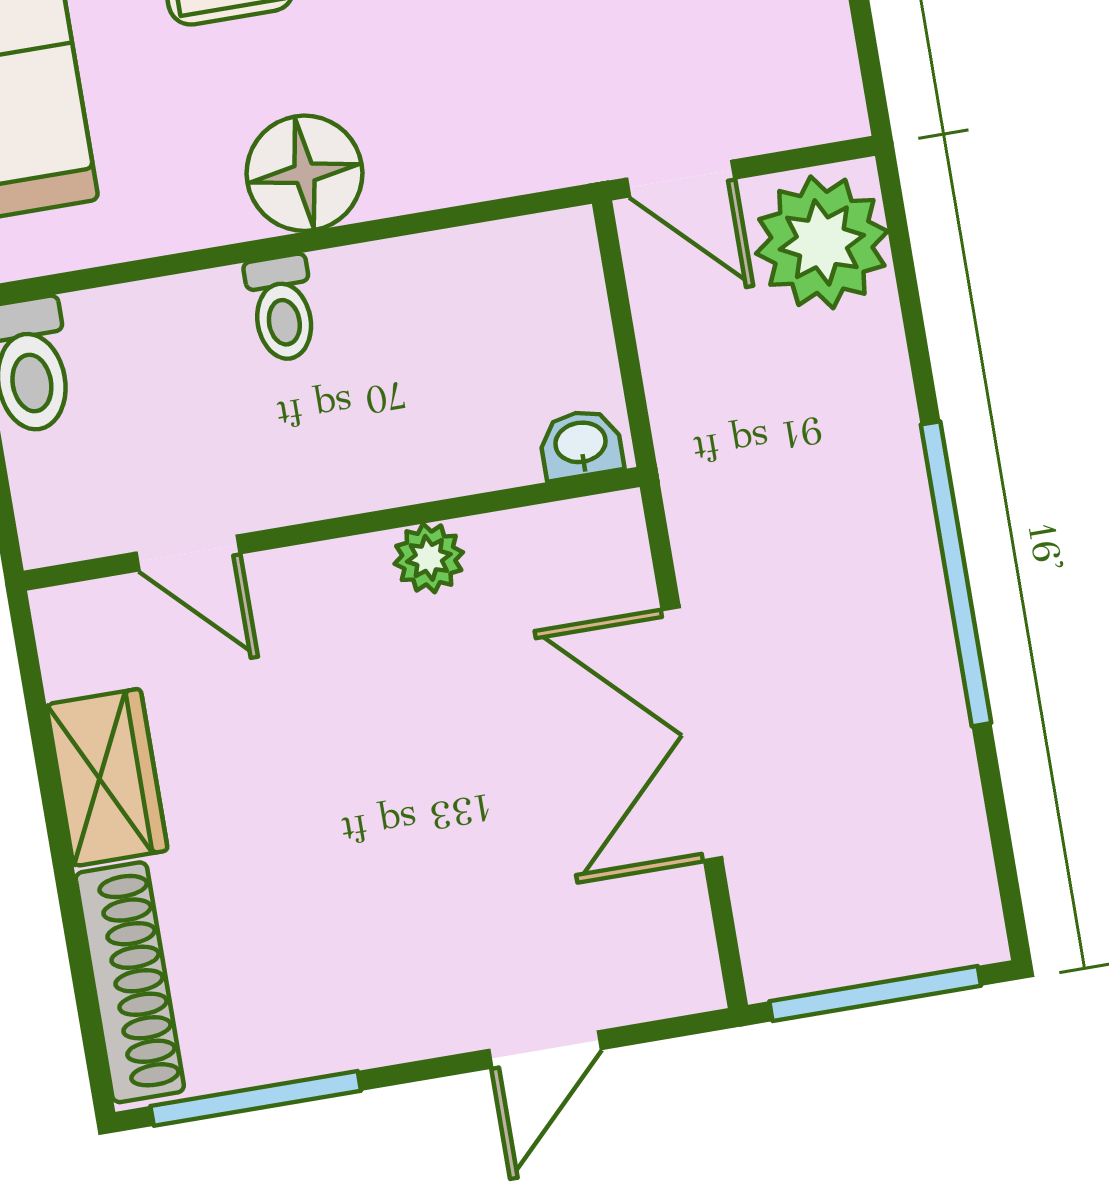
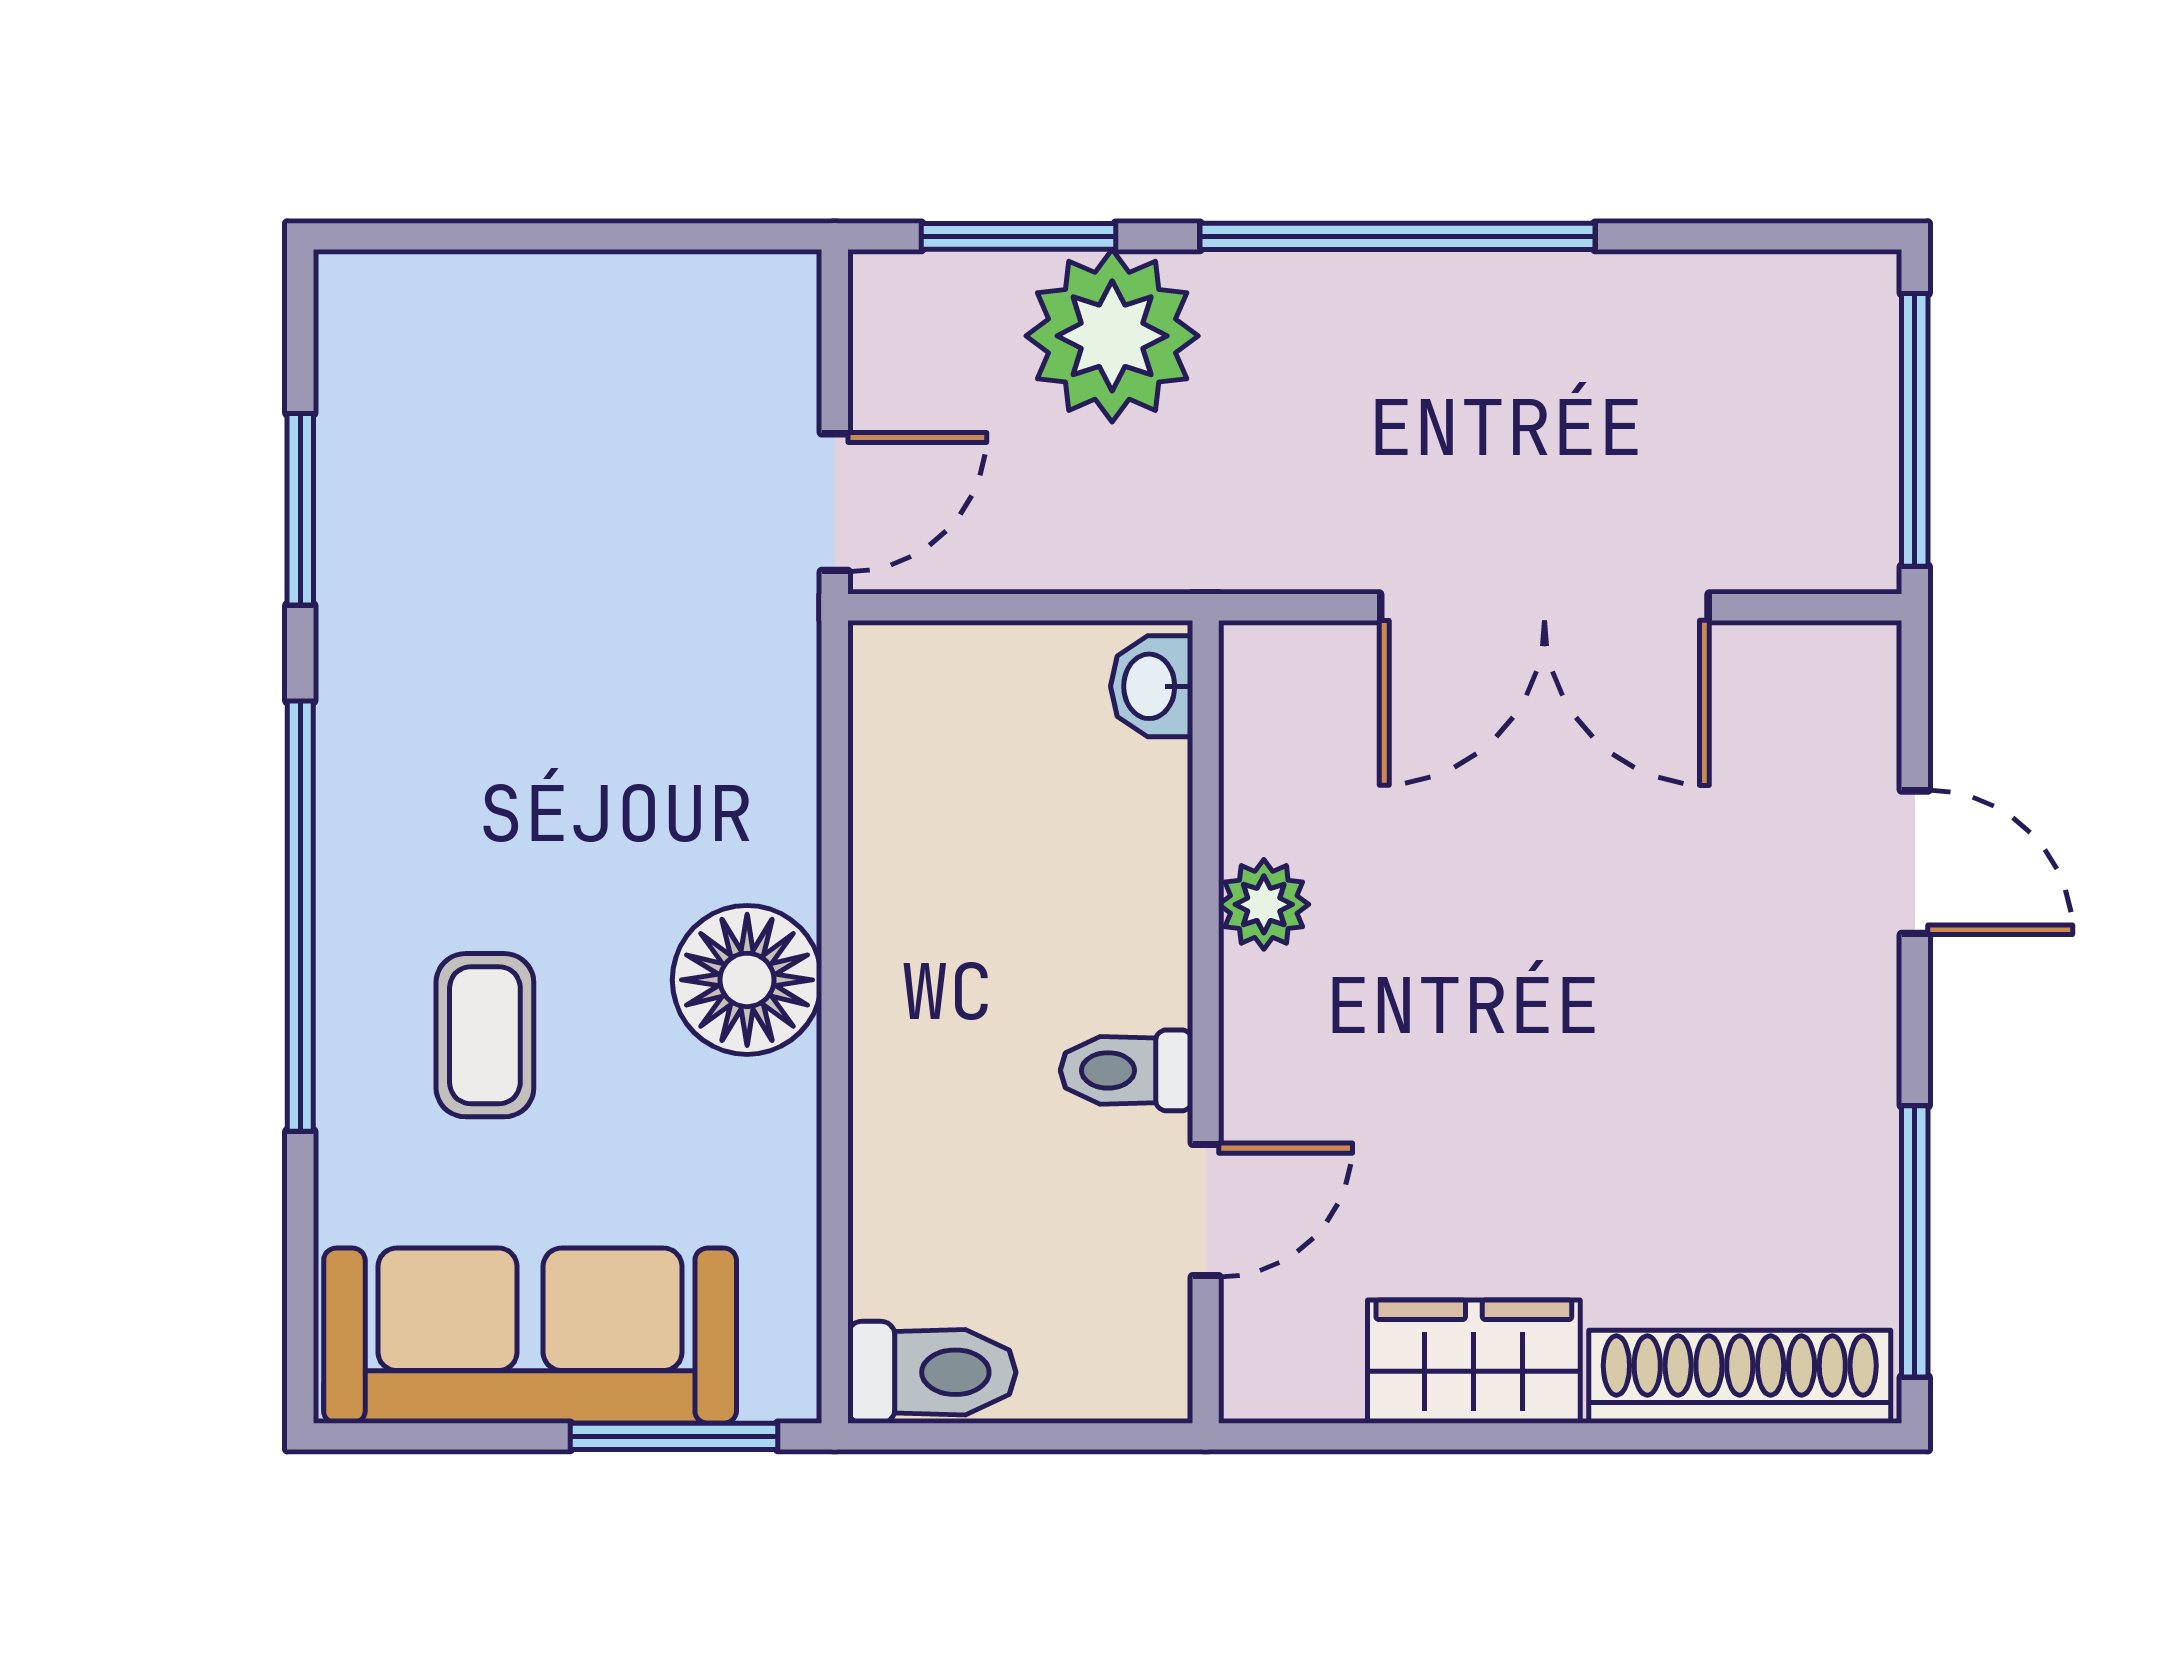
plant: (822, 242) -> (1112, 336), moved
window: (907, 285) -> (1019, 236), added
toilet: (282, 308) -> (1127, 1070), moved, turned 180

